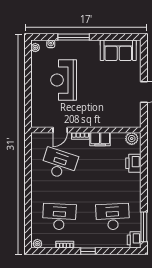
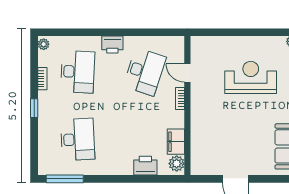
filing cabinet: (100, 139) -> (176, 142), moved
printer: (134, 240) -> (112, 45), moved, turned 180

